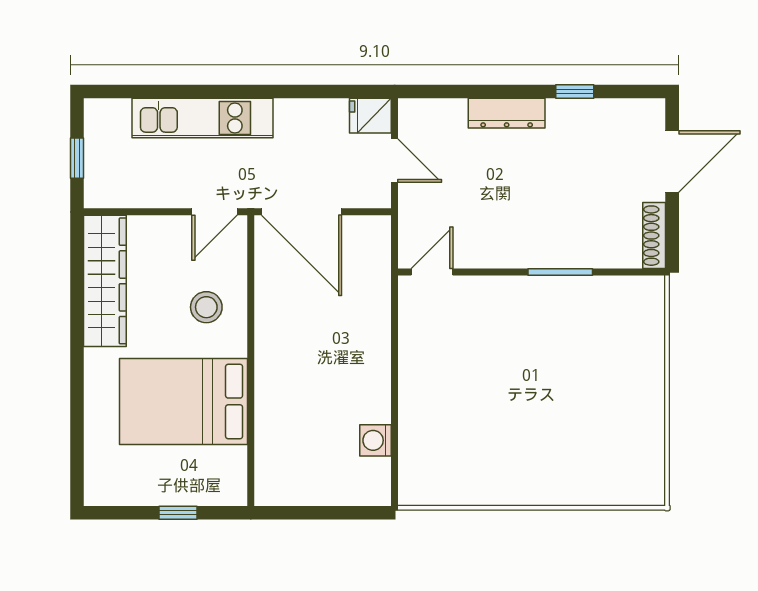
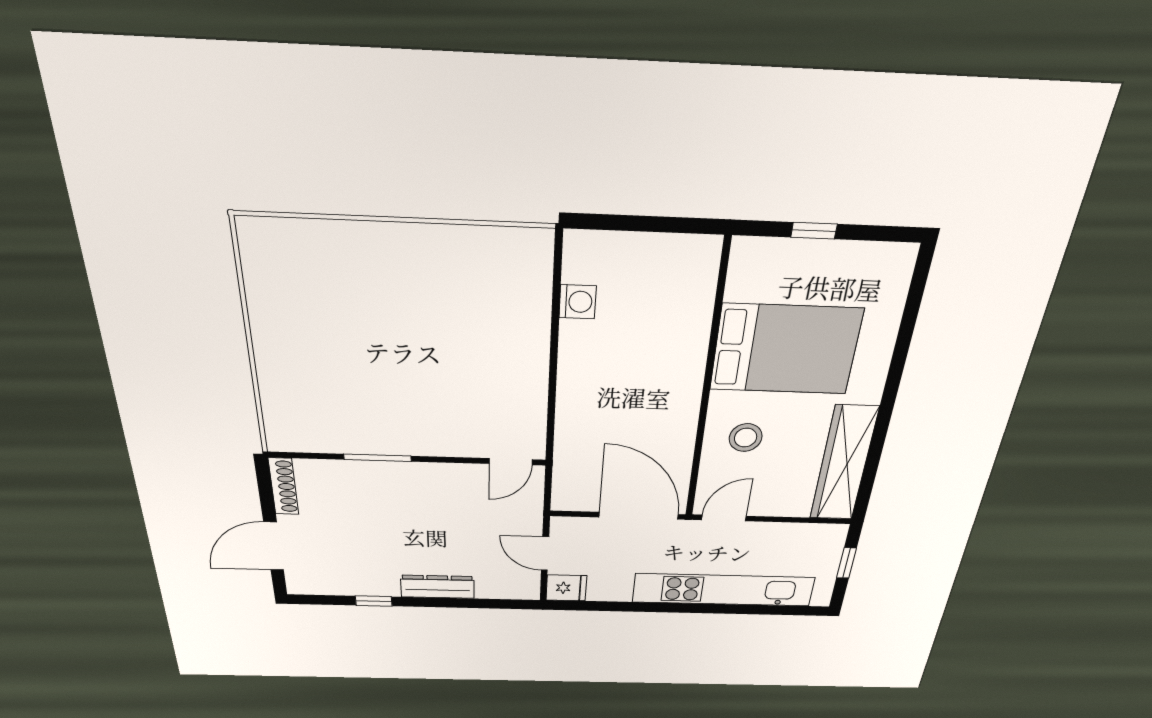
kitchen unit: (202, 118) -> (723, 590), width x1.36

